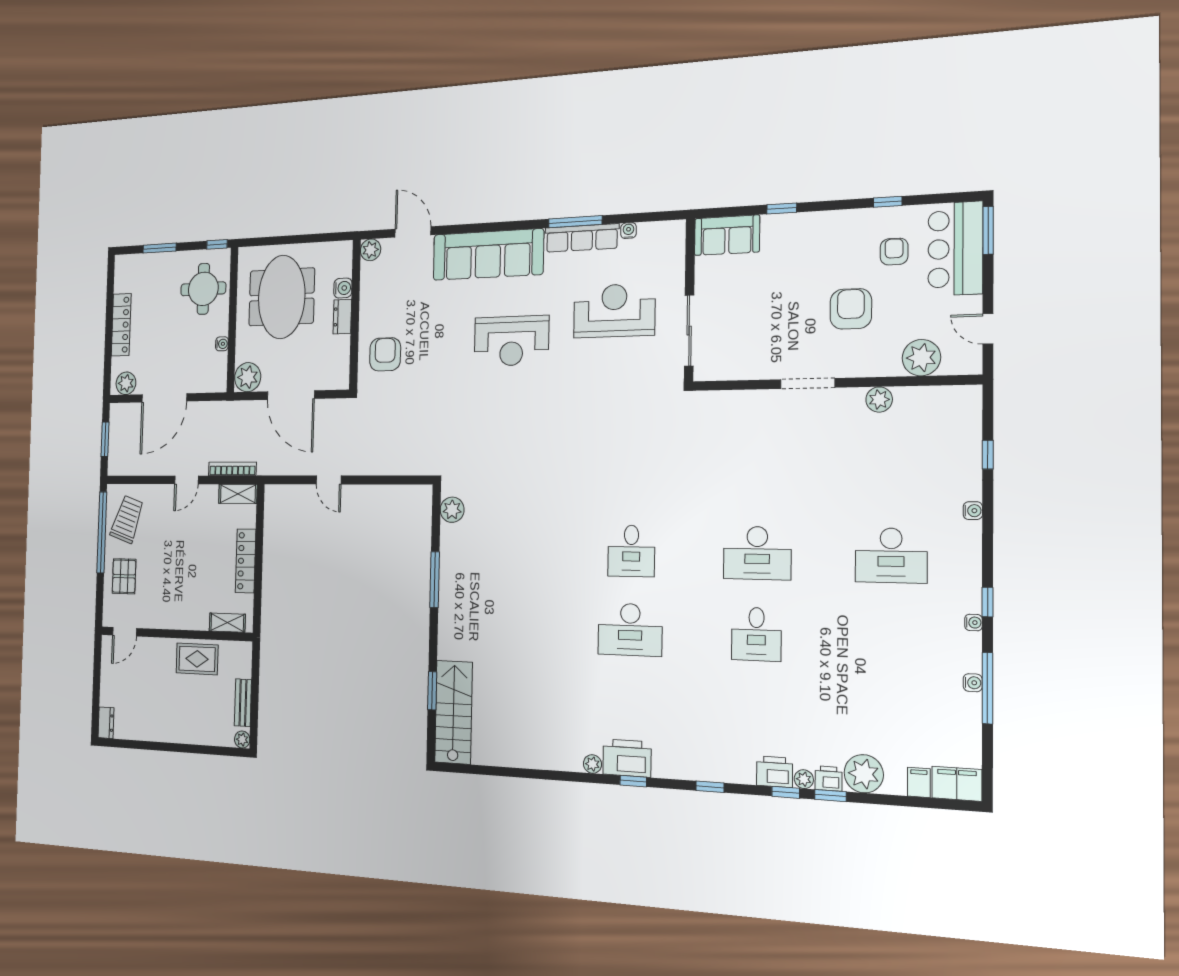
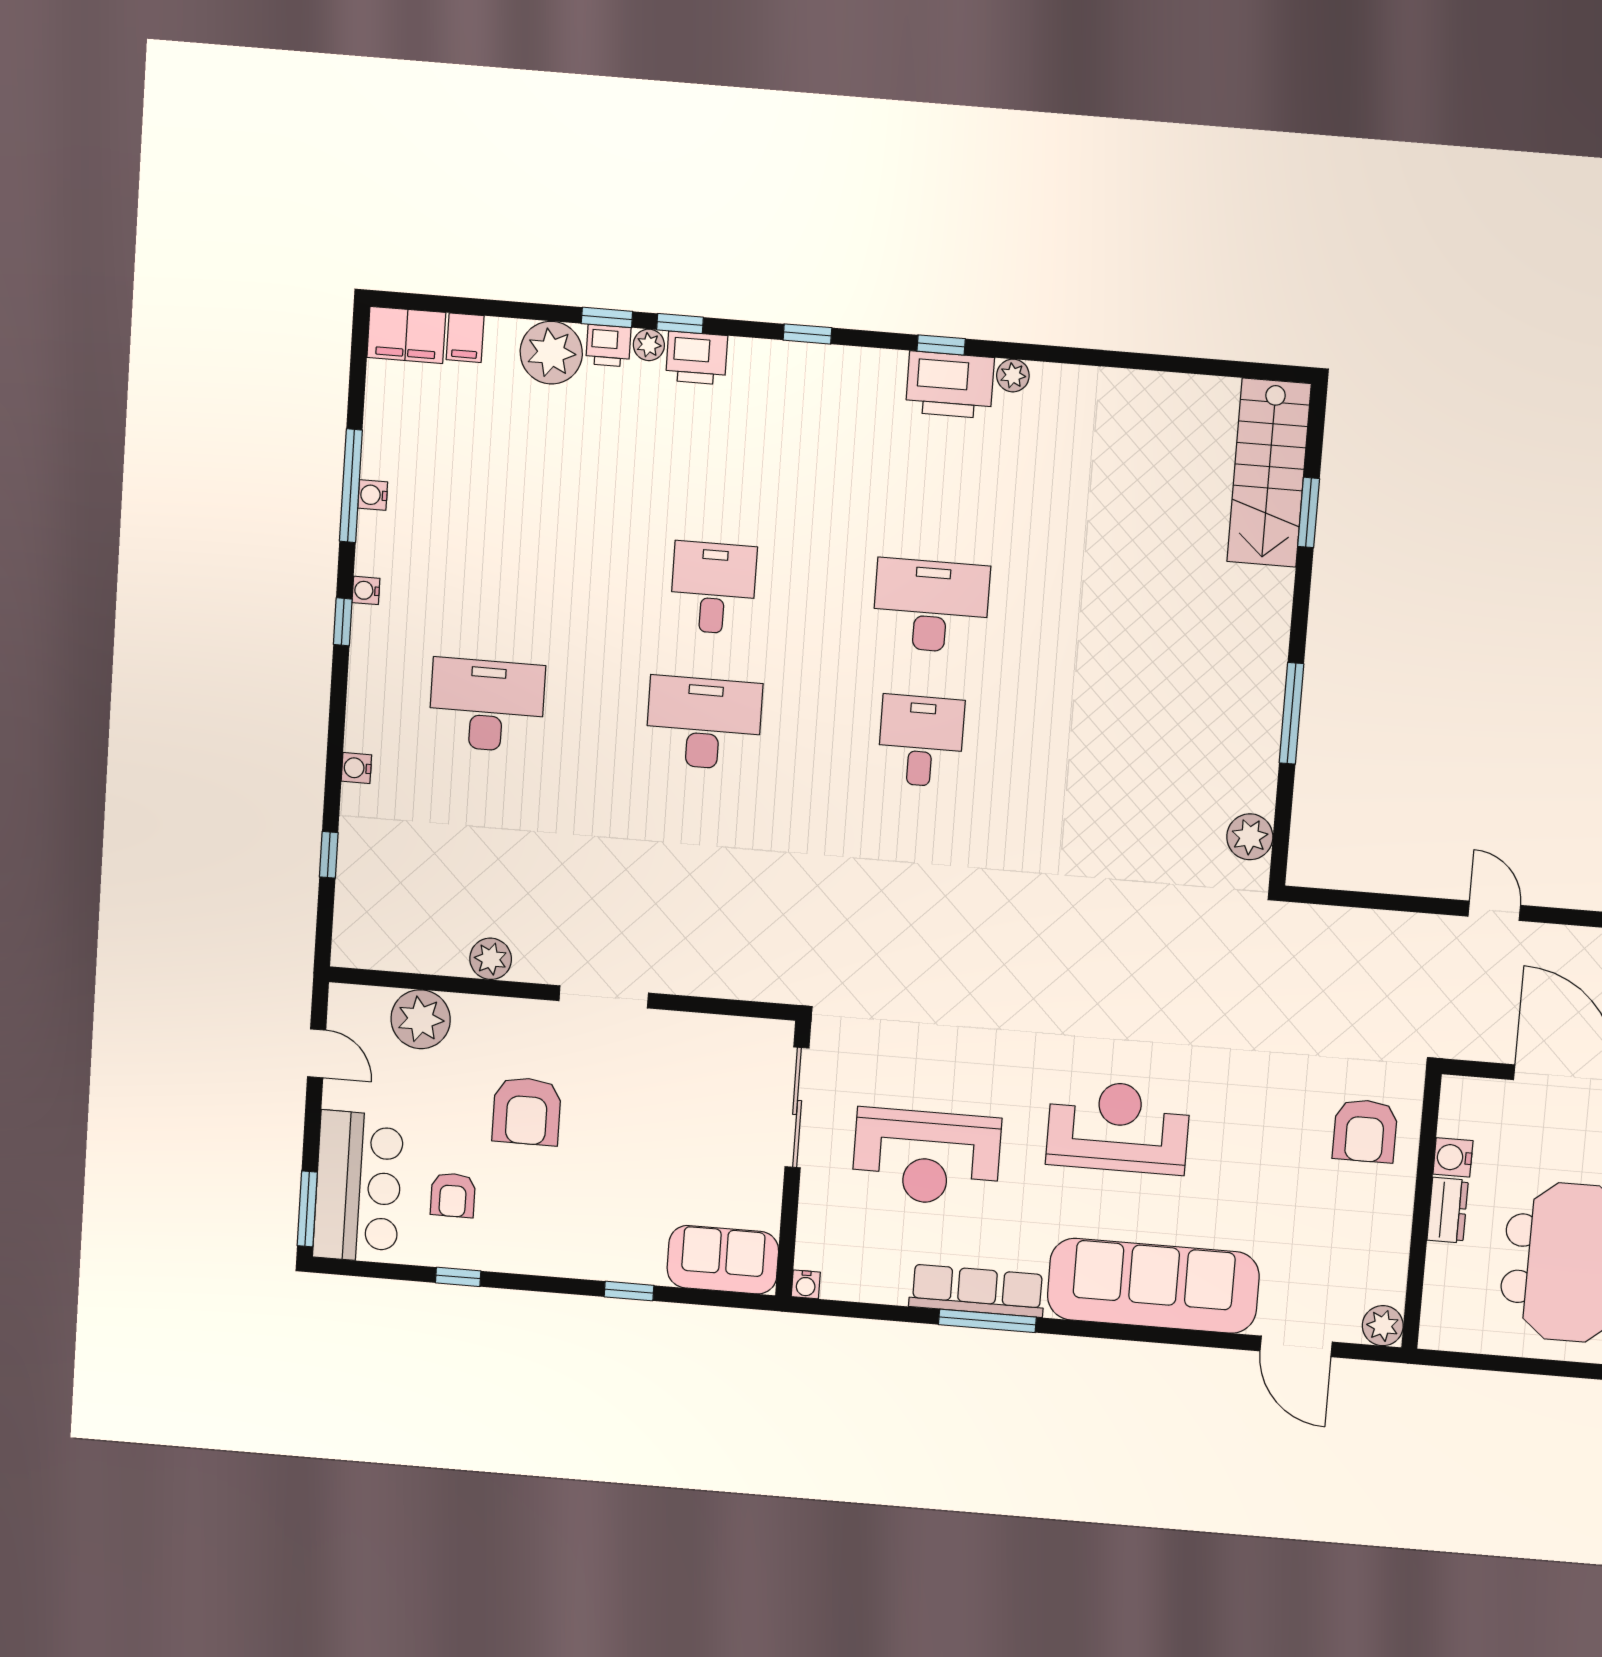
water cooler: (628, 231) -> (806, 1284), moved
water cooler: (343, 288) -> (1453, 1157), moved

